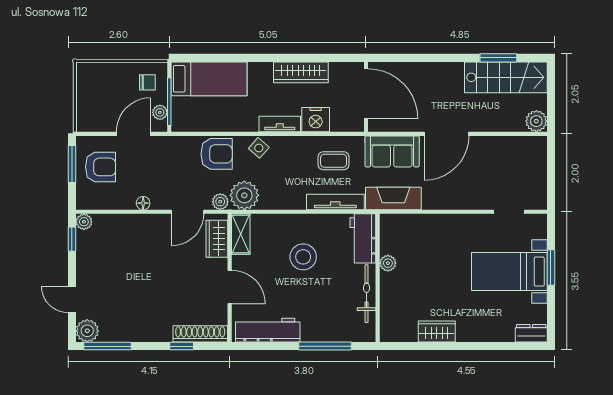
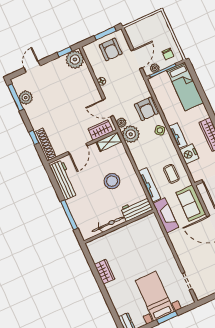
door: (134, 134) -> (137, 59), hinge flipped
plant: (84, 222) -> (75, 60), width x1.87, depth x1.87
plant: (388, 263) -> (129, 228), removed
plant: (87, 331) -> (26, 98), moved

